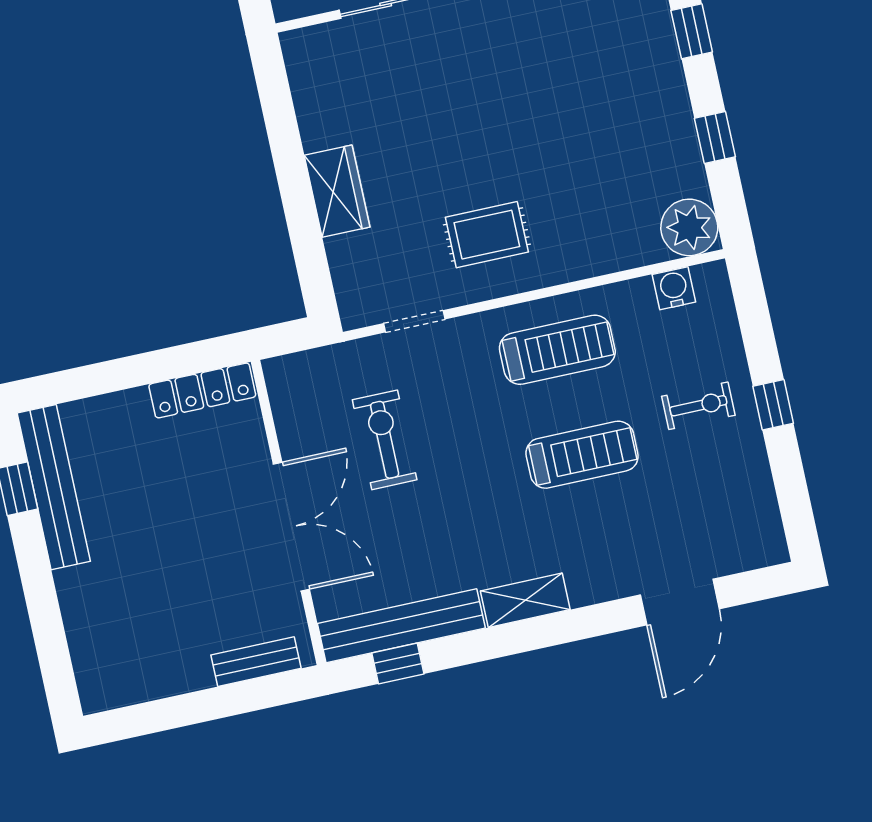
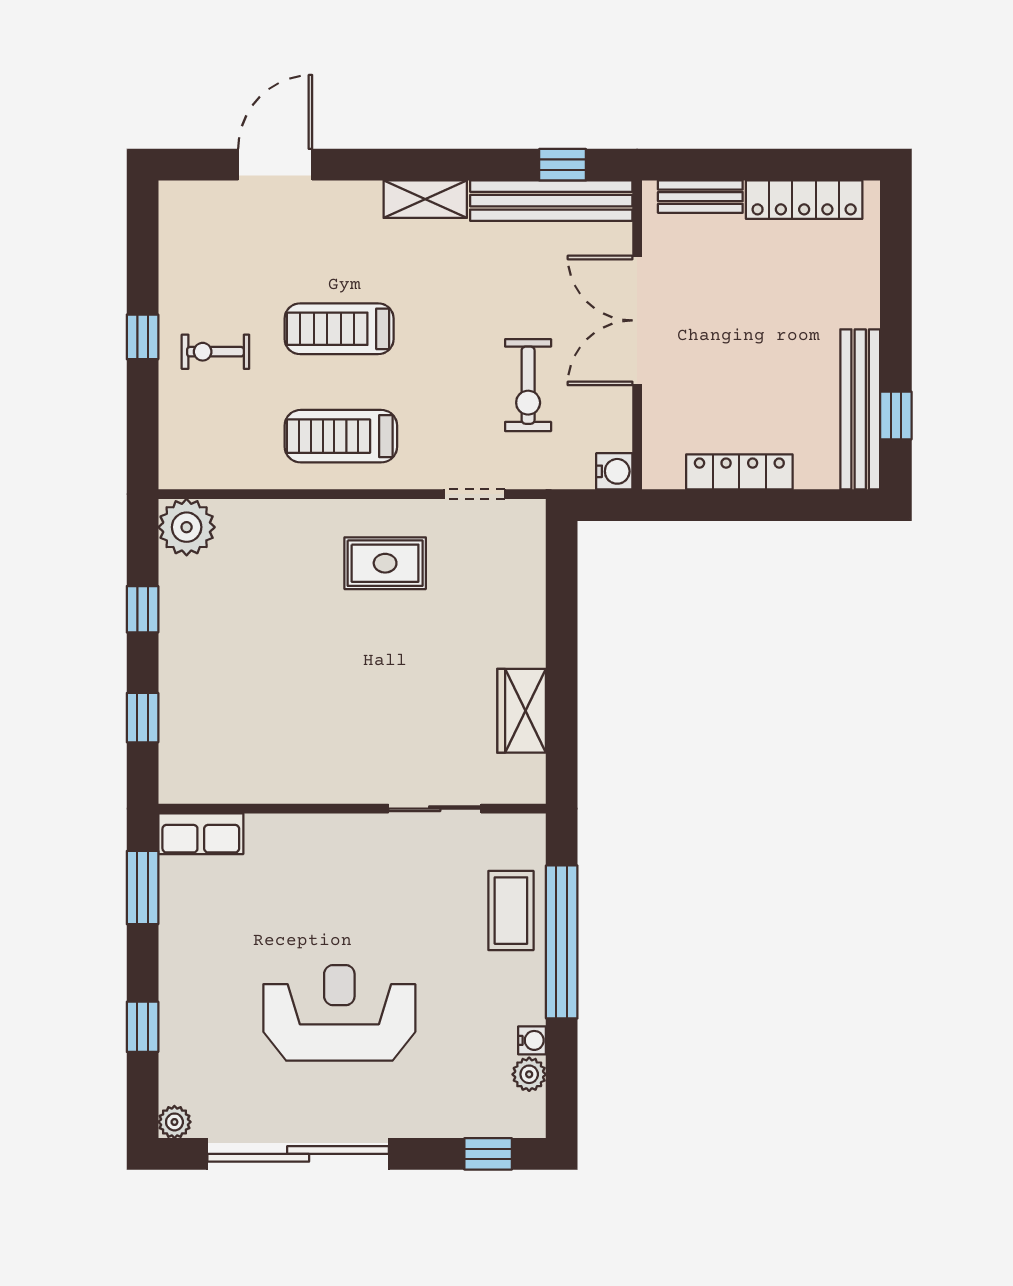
wardrobe: (337, 191) -> (522, 711), moved
water cooler: (674, 288) -> (614, 471), moved, turned -90
locker: (202, 390) -> (739, 472), moved
locker: (154, 681) -> (804, 200), added

